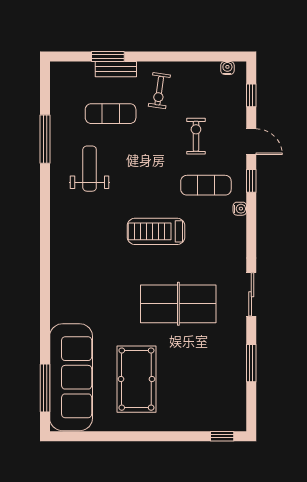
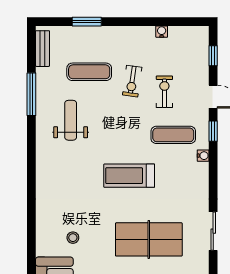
water cooler: (227, 68) -> (162, 32), moved
bench: (116, 69) -> (42, 49), moved, turned 90
exercise bike: (159, 91) -> (132, 81), moved
stool: (92, 302) -> (73, 238), added

